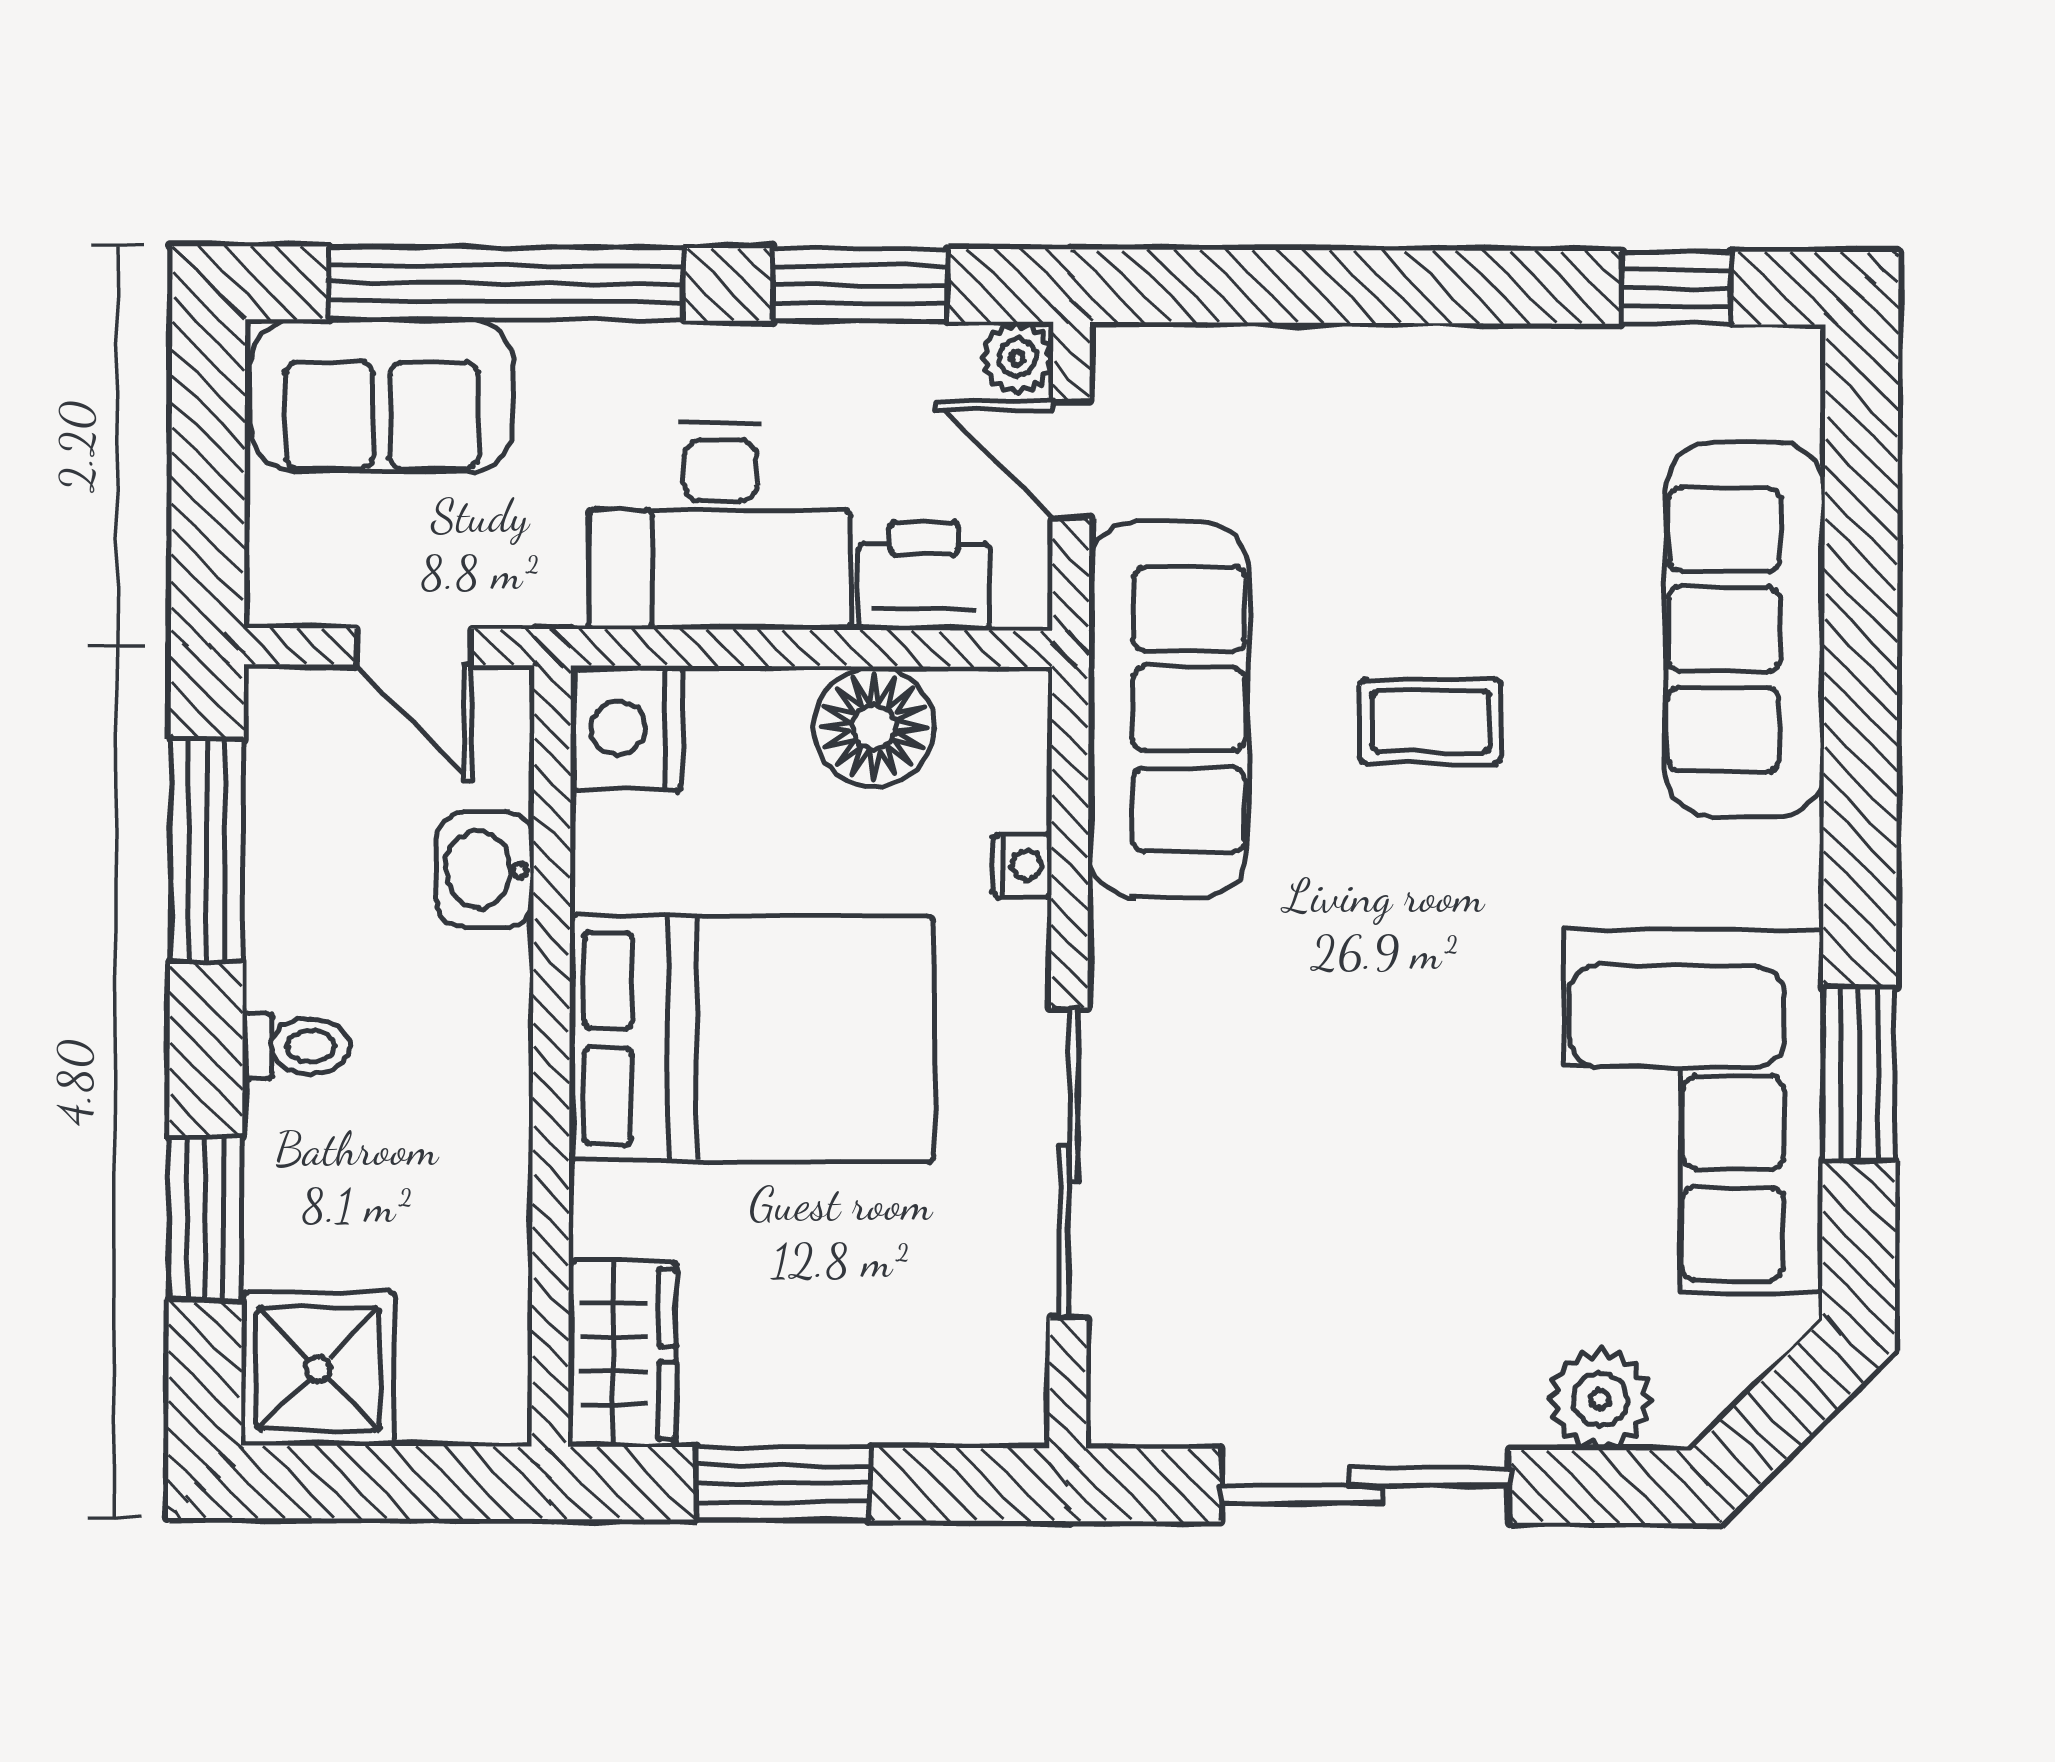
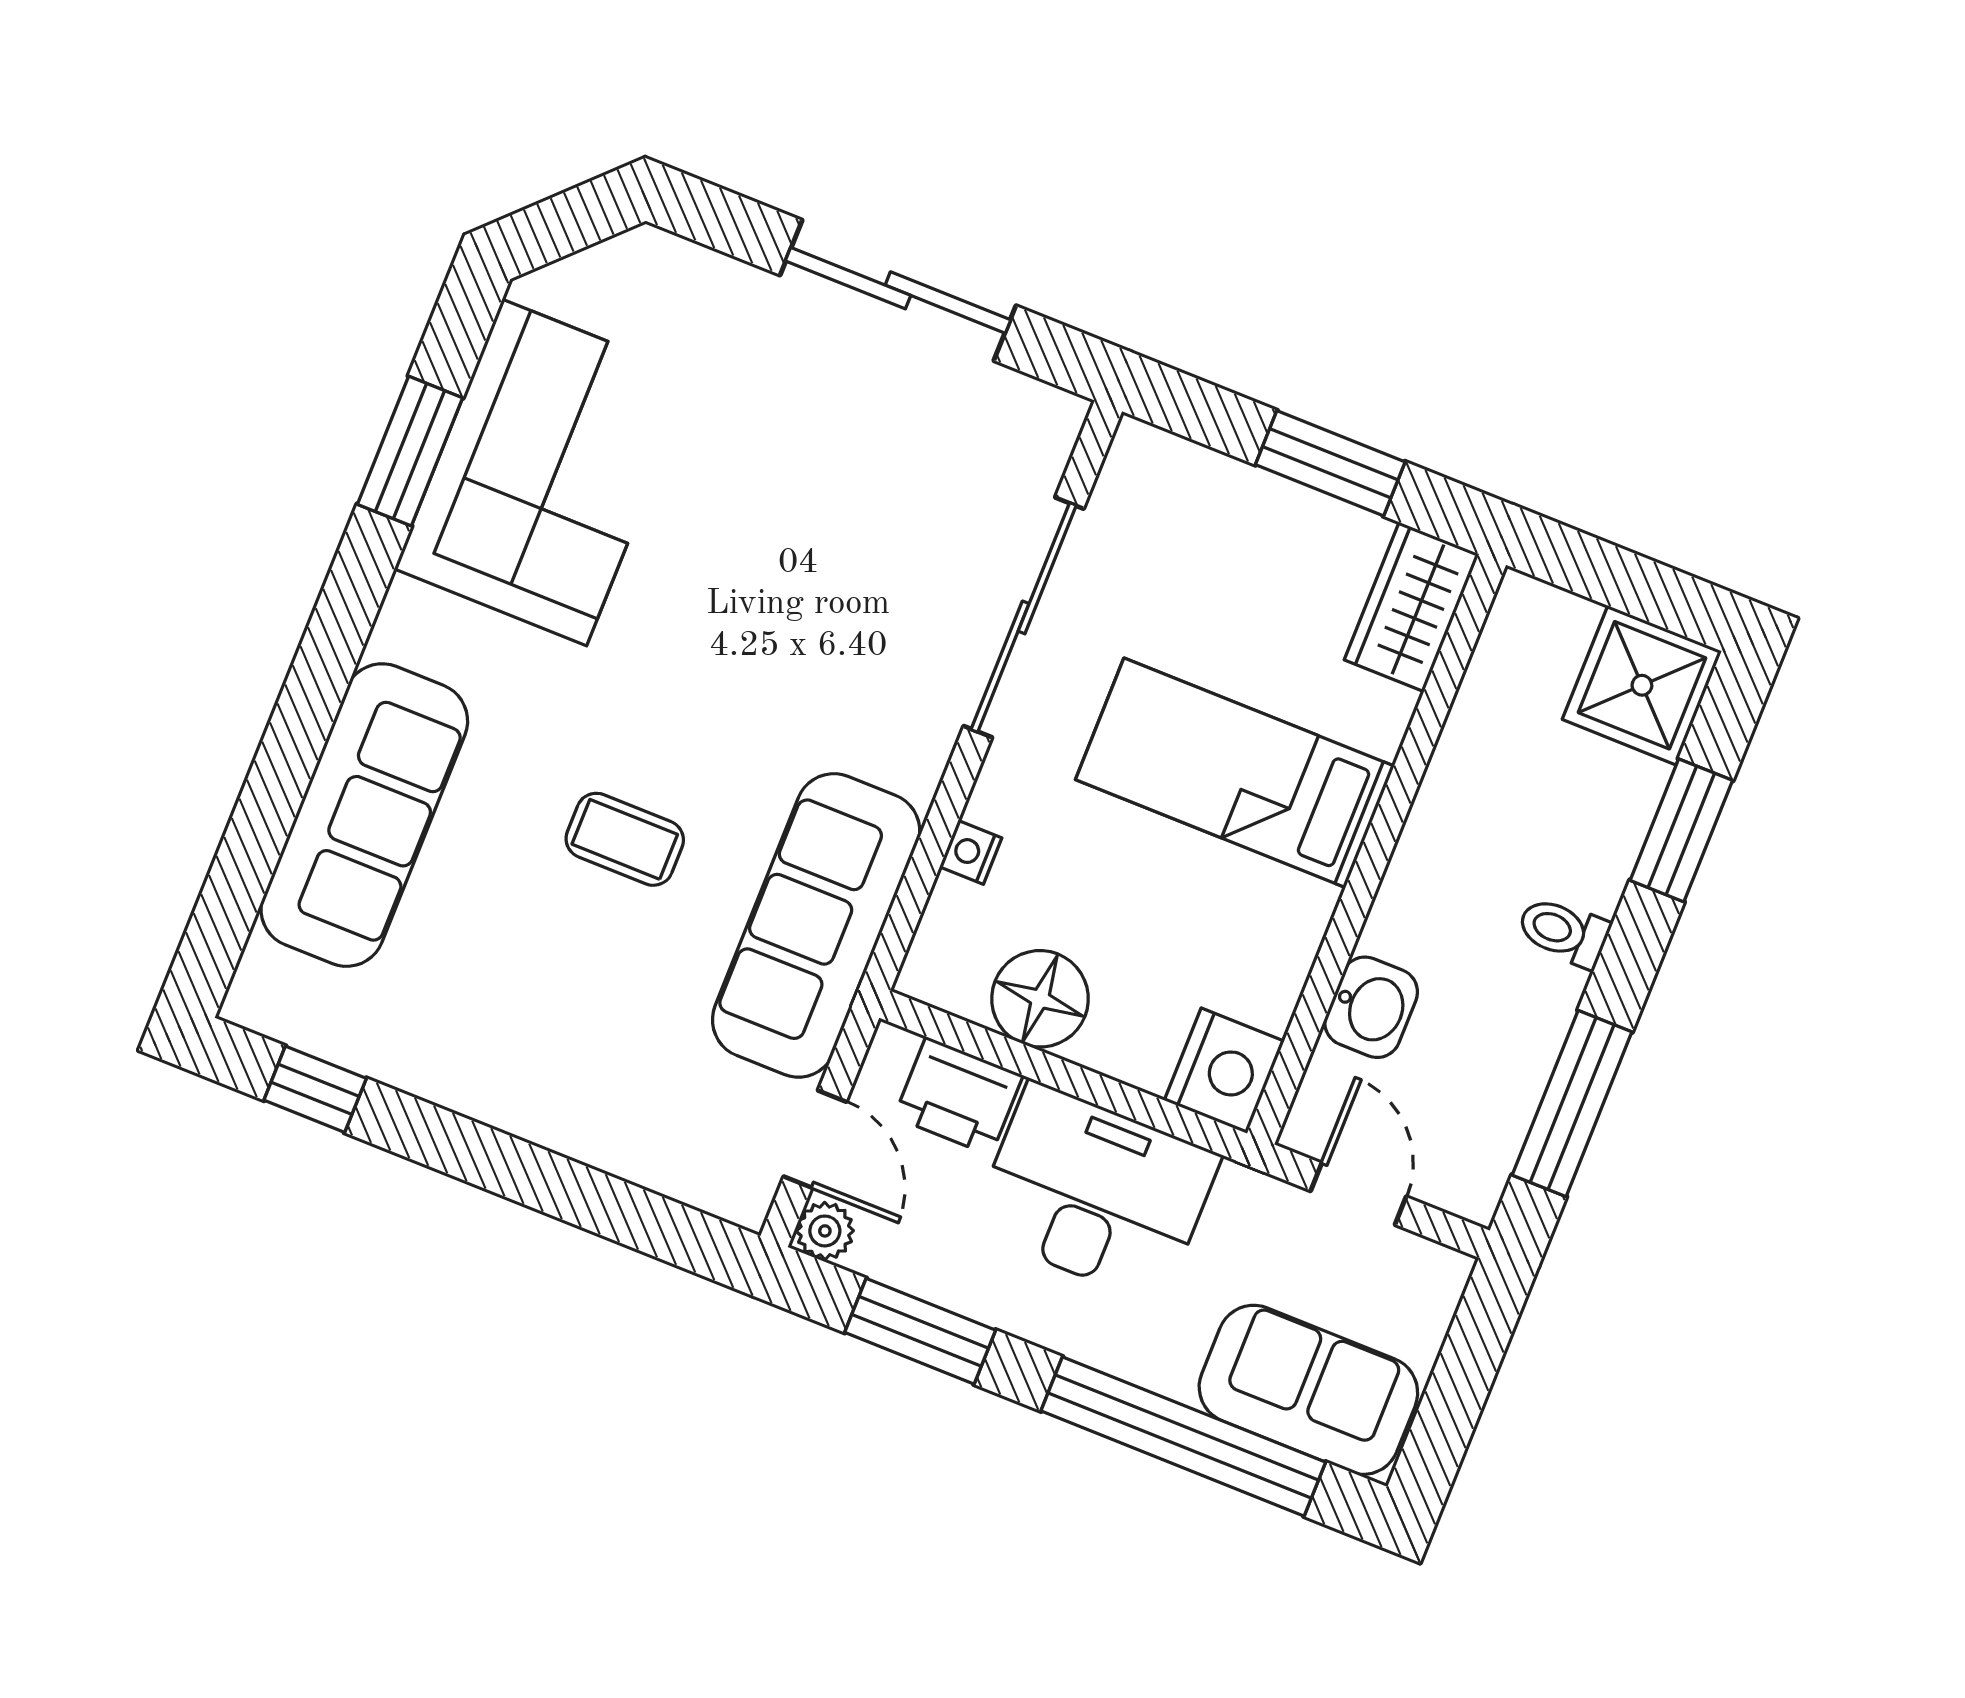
bed: (752, 1039) -> (1235, 773), width x0.67
plant: (1600, 1399) -> (698, 285), removed

